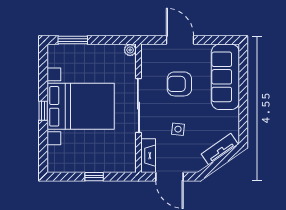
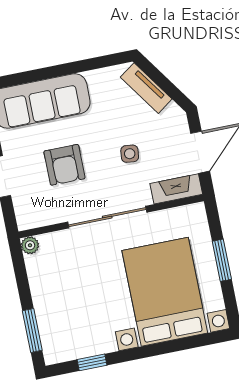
bed with nightstands: (81, 106) -> (165, 292), moved
window: (43, 111) -> (92, 362), moved
window: (94, 177) -> (222, 260), width x1.50

